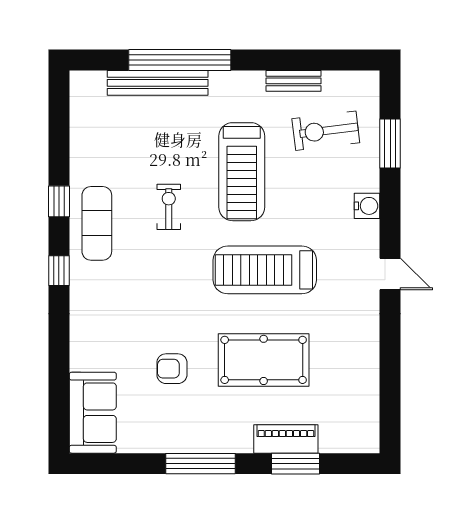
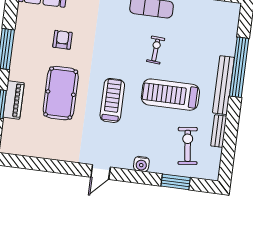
bench: (158, 83) -> (223, 85), moved
exercise bike: (169, 207) -> (156, 50), turned -86
treadmill: (265, 270) -> (112, 100), width x0.73, depth x0.73

